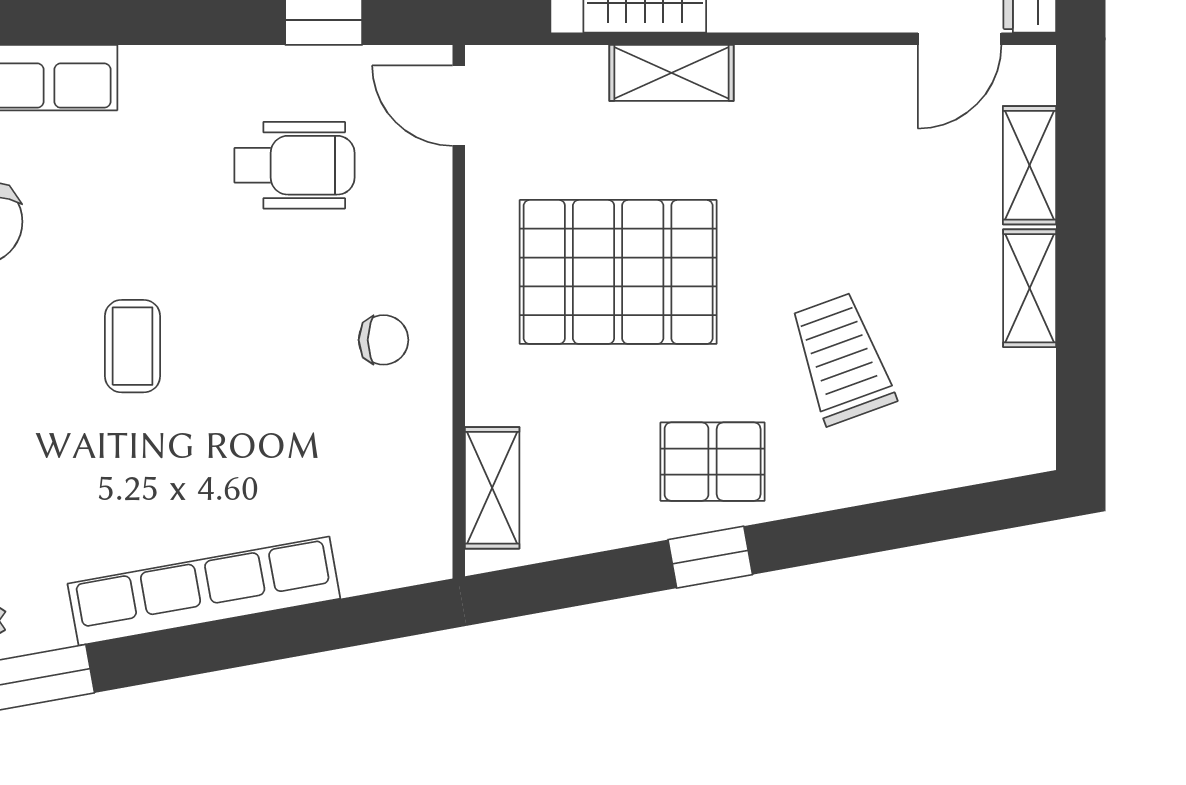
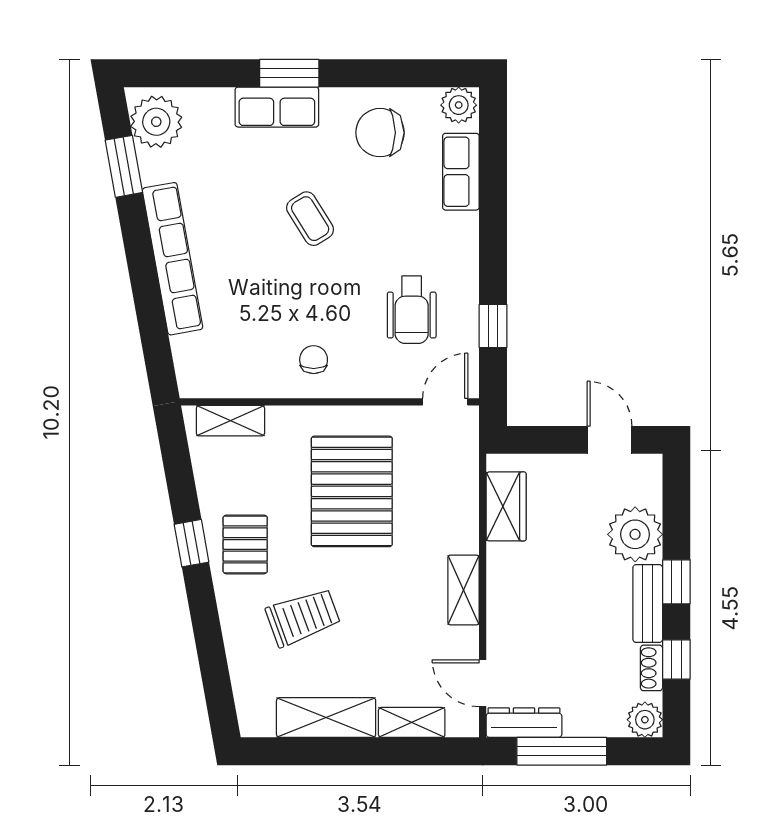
shelving: (672, 73) -> (464, 590), moved
shelving: (1030, 288) -> (326, 718), width x1.50, depth x1.33
chair: (383, 340) -> (314, 360), turned 180
coffee table: (133, 346) -> (310, 219), turned 58

